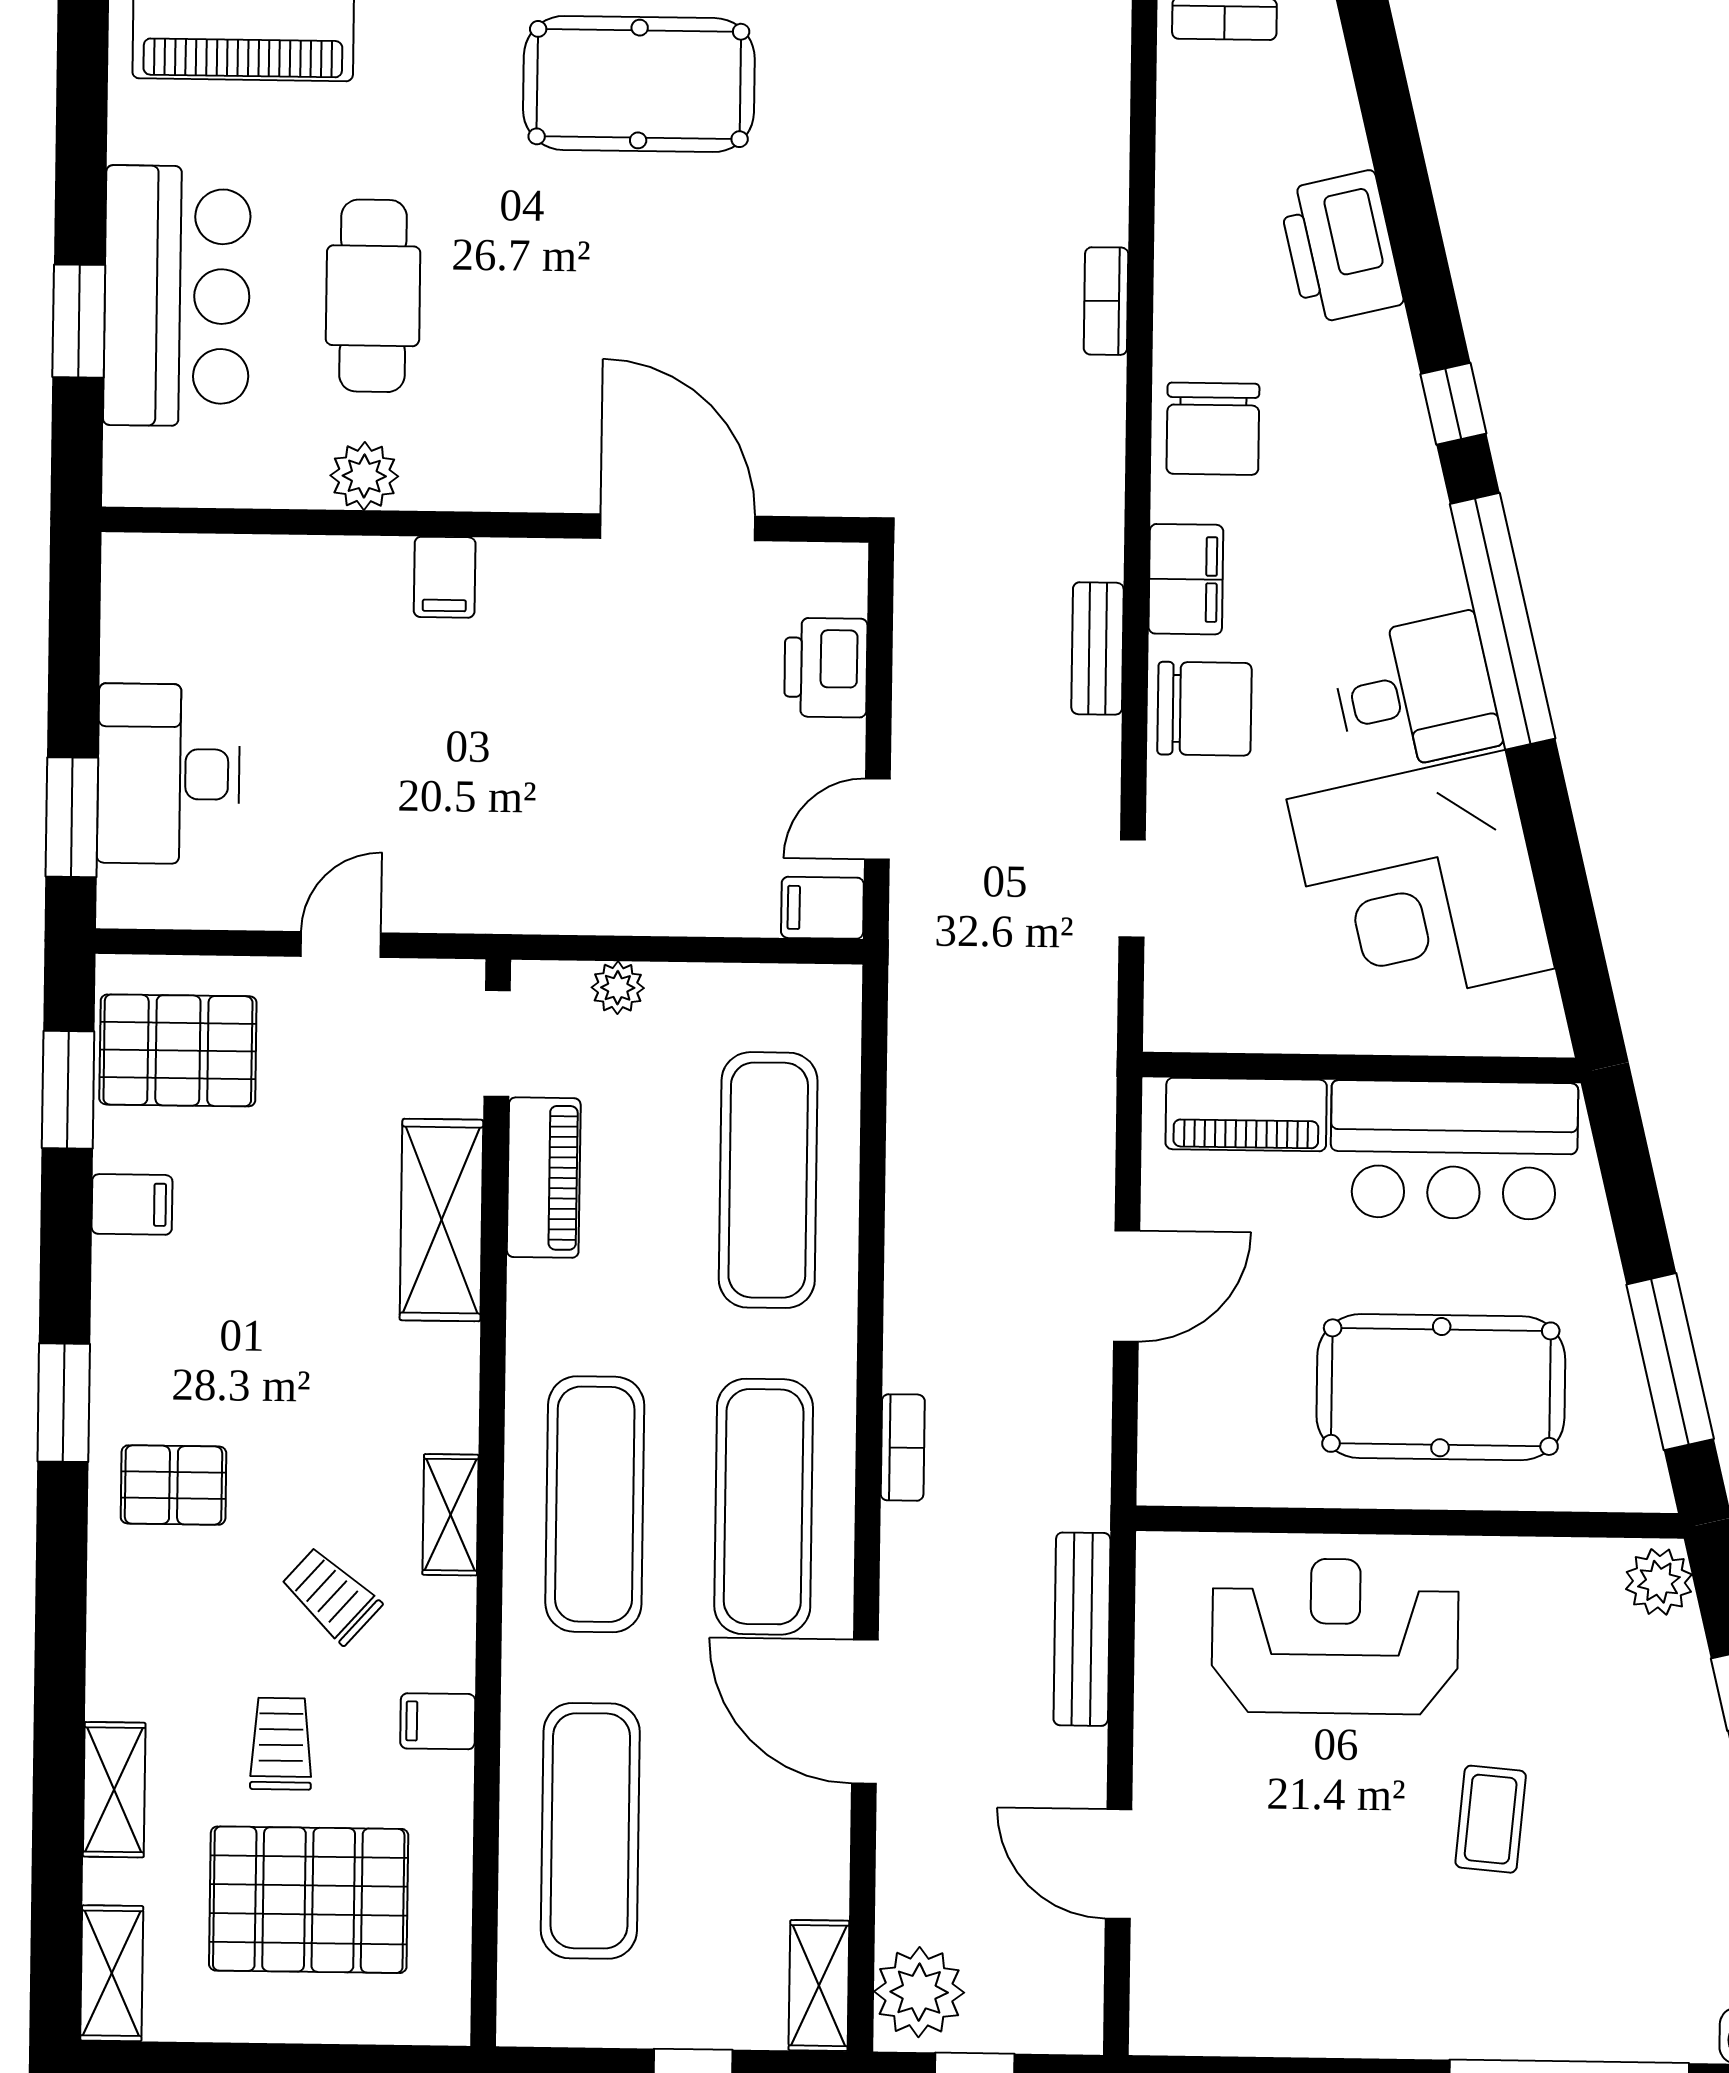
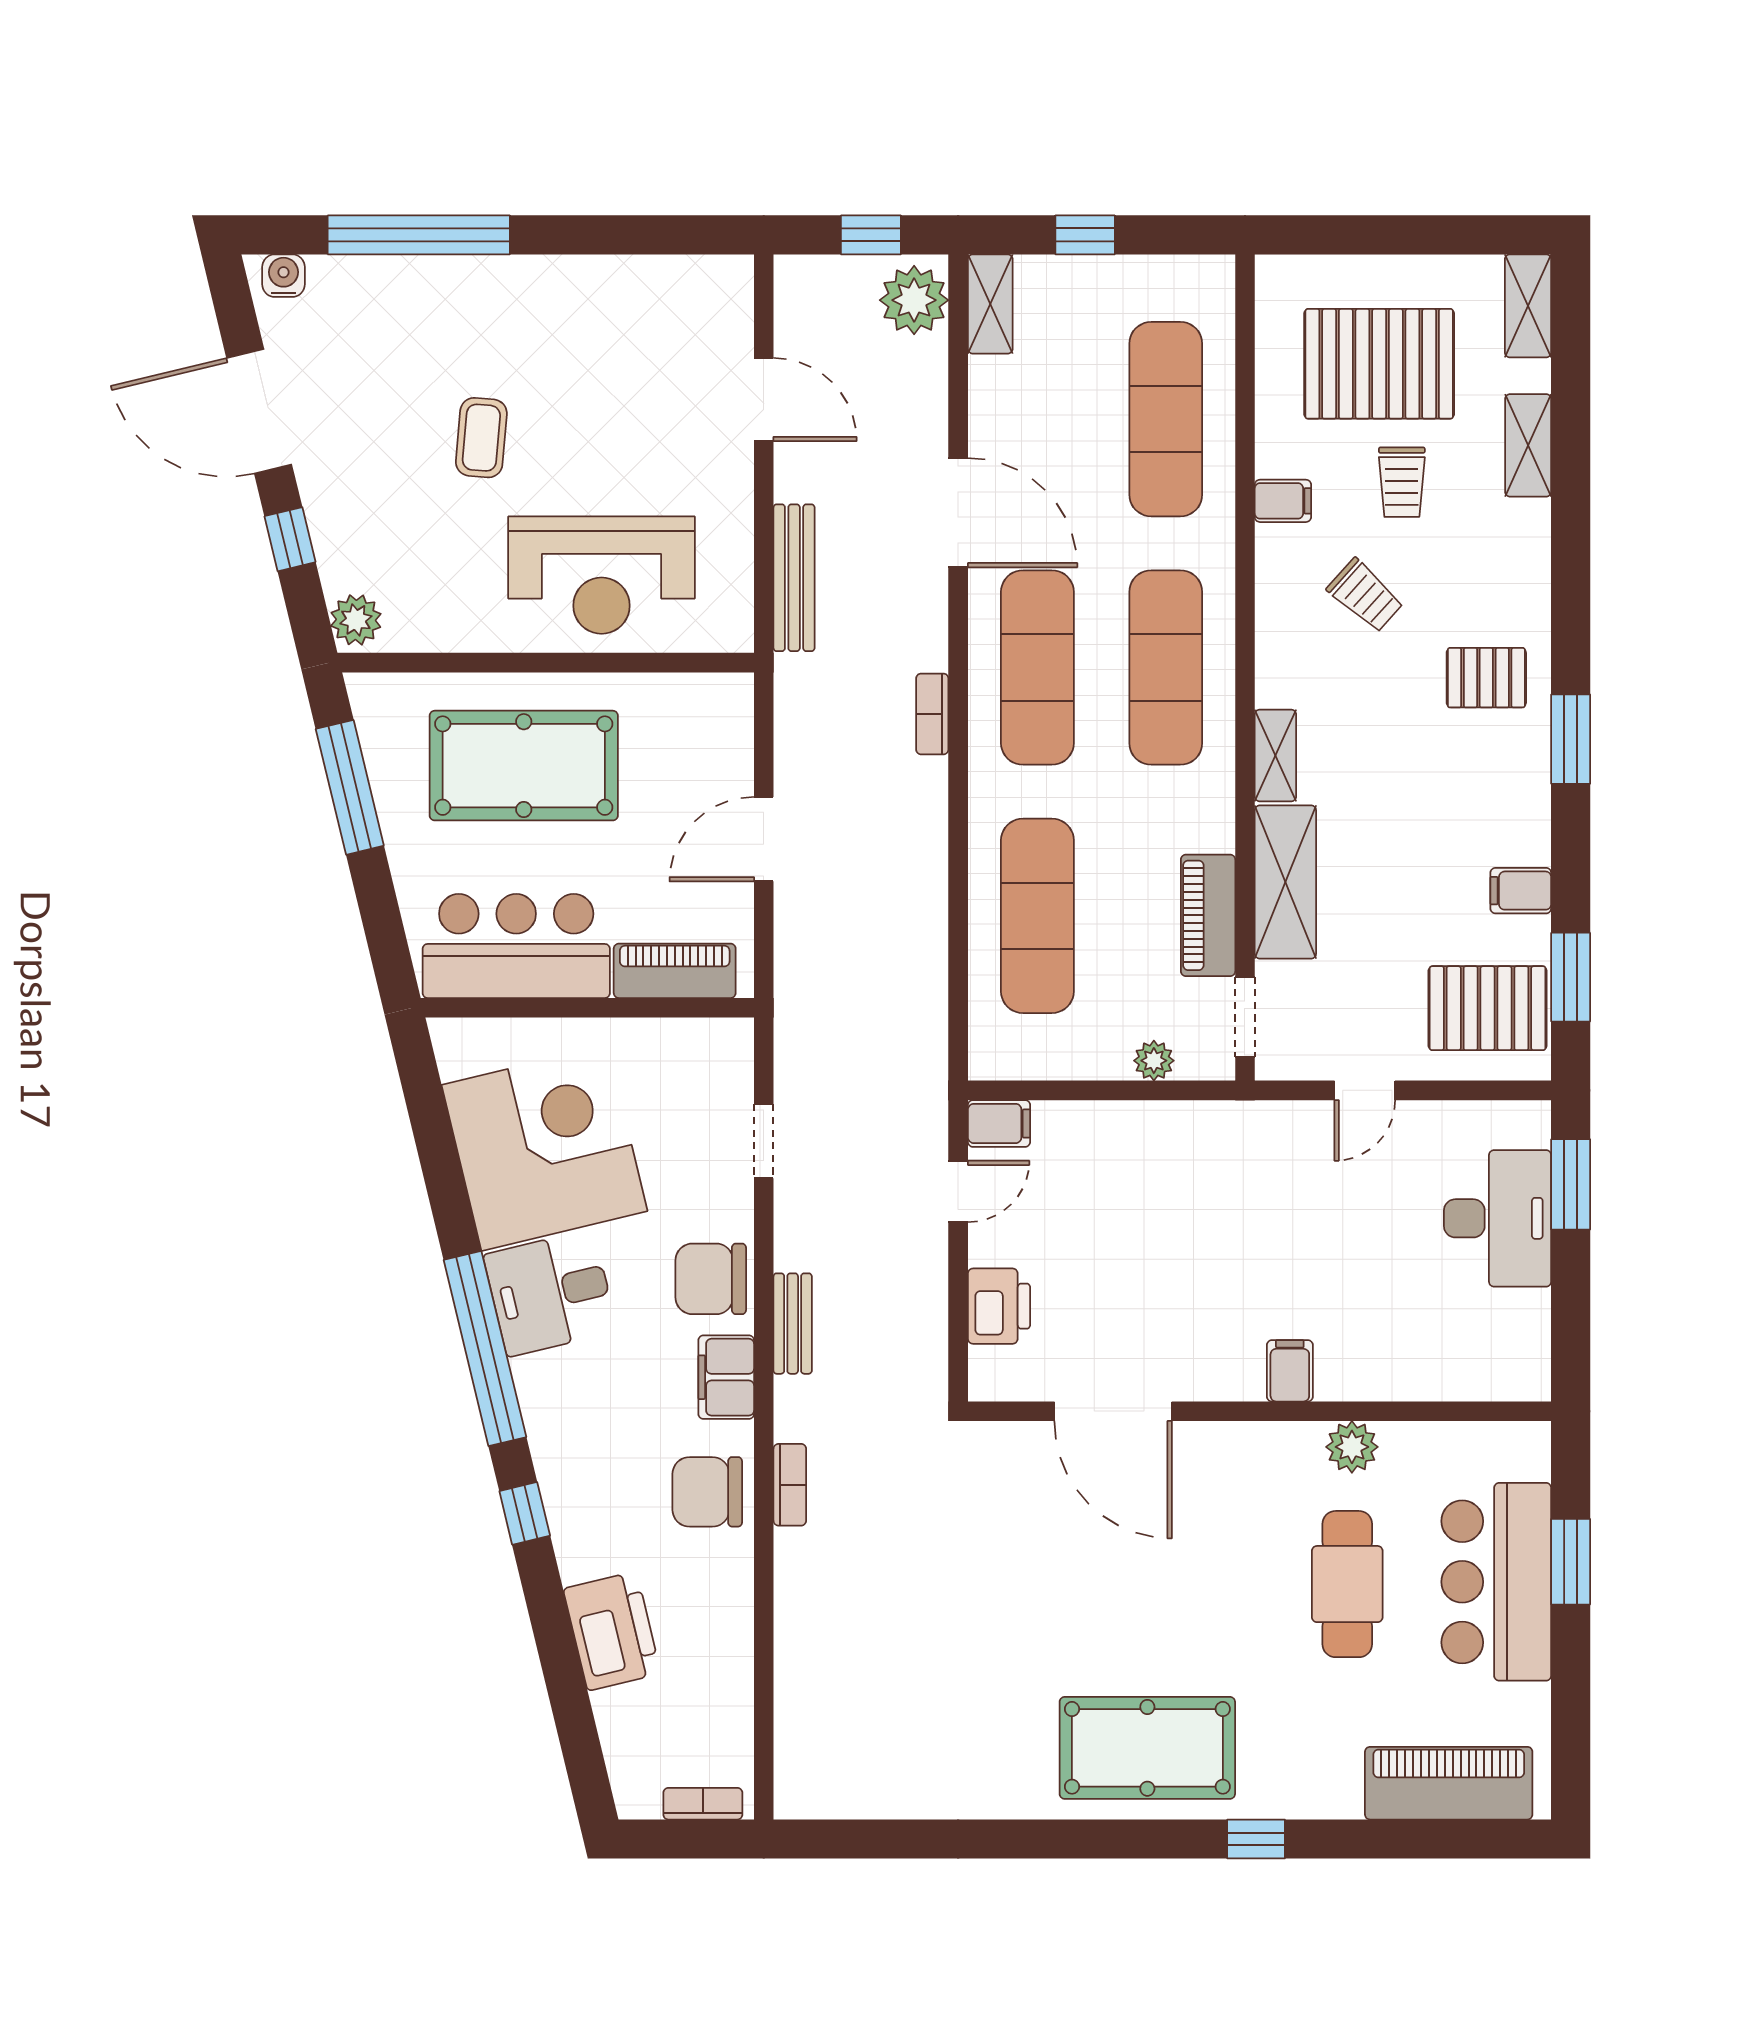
bookcase: (1106, 301) -> (790, 1485), moved
chair: (1213, 429) -> (707, 1492), turned -90
shelving: (450, 1515) -> (1275, 755), moved

